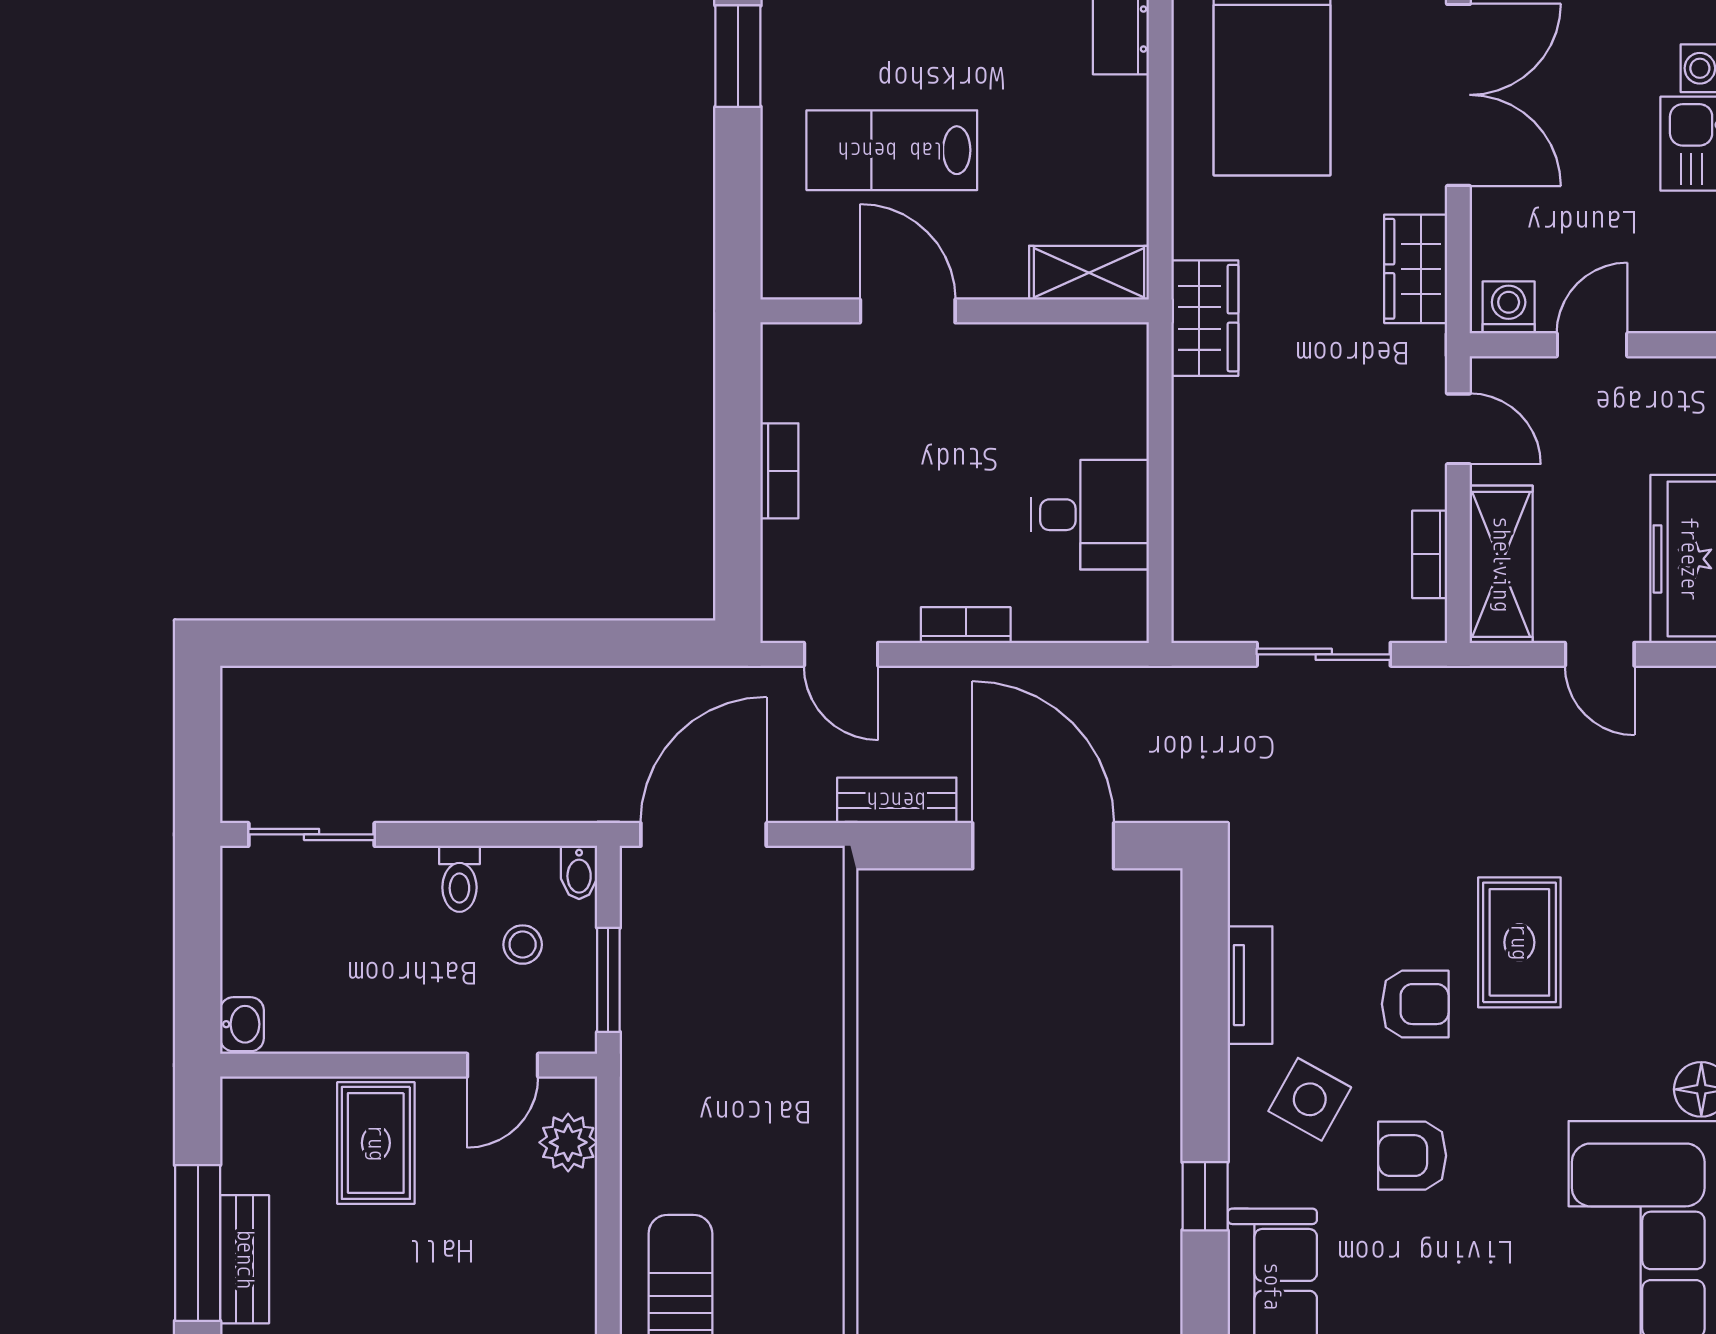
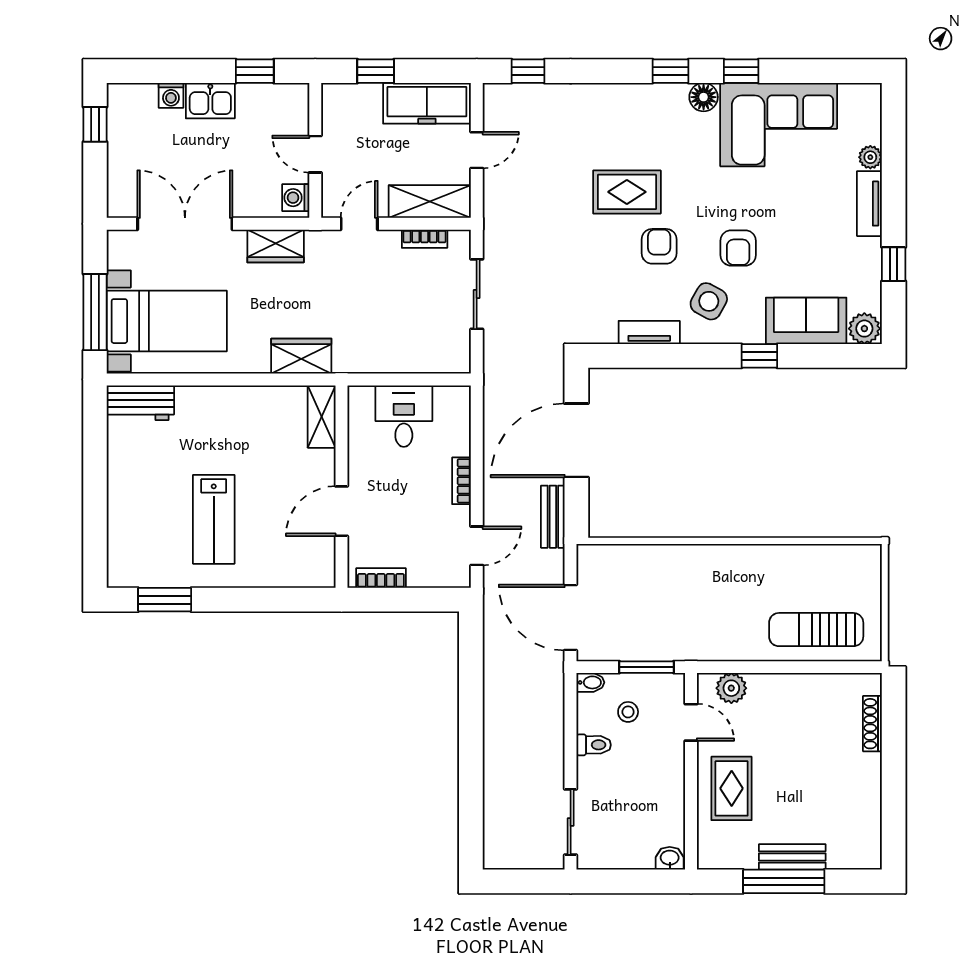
shelving: (1089, 273) -> (322, 417), moved
door: (908, 311) -> (342, 511), moved
wall: (955, 311) -> (342, 487), moved
rug: (376, 1143) -> (732, 788), turned 90

